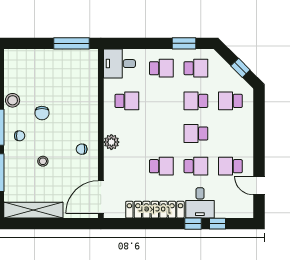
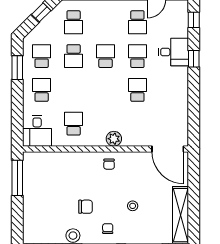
school desk: (196, 134) -> (105, 56), turned 180
chair: (82, 149) -> (109, 164), moved
locker: (155, 210) -> (180, 96), removed
window: (217, 224) -> (194, 20), moved

